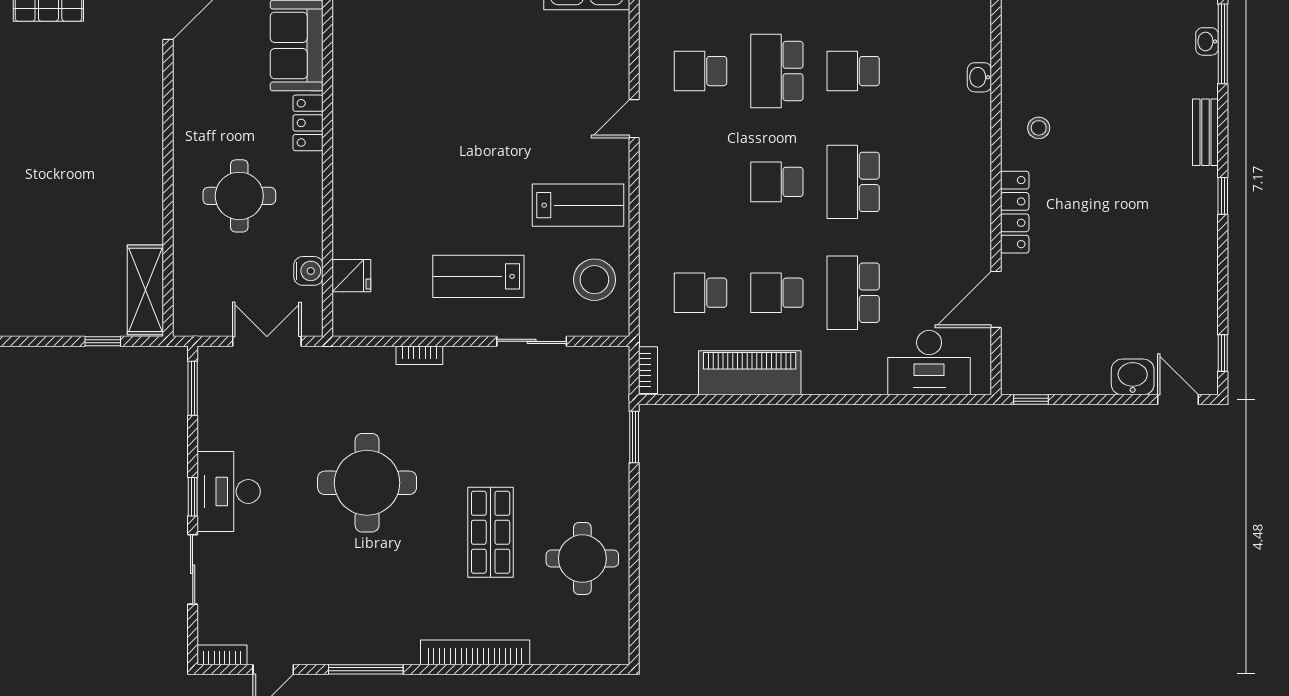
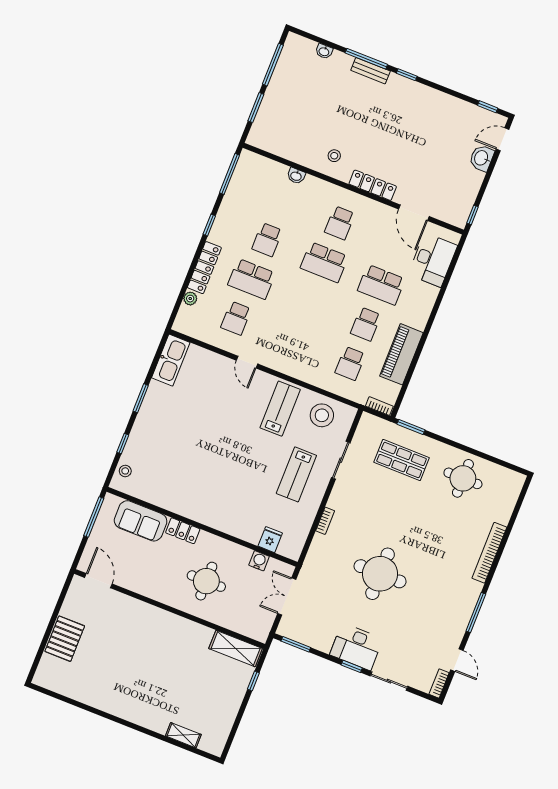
window: (1223, 44) -> (366, 59), moved
school desk: (777, 182) -> (340, 223), moved
shop shelf: (491, 532) -> (402, 460), moved

